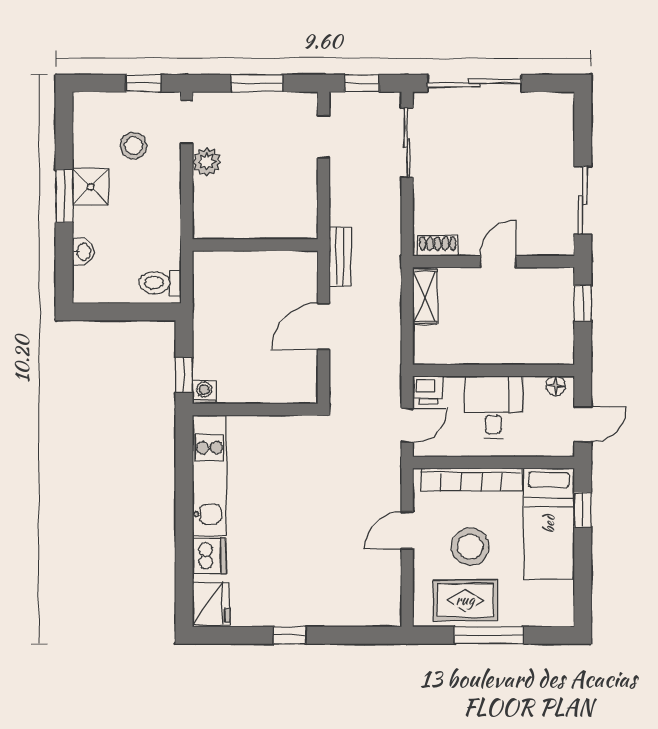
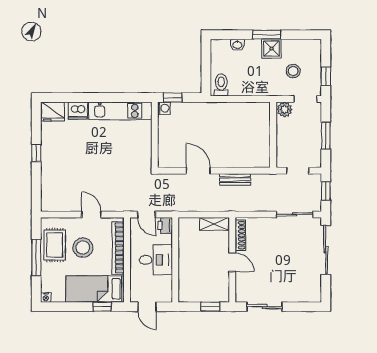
wall: (255, 245) -> (273, 135), moved
shoe rack: (438, 246) -> (240, 235), width x1.43
floor lamp: (556, 386) -> (167, 292), removed
nightstand: (565, 617) -> (46, 297), added

